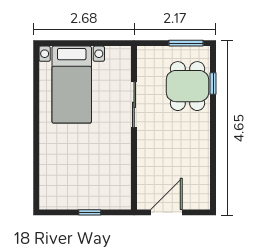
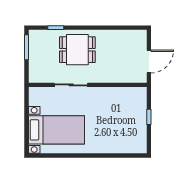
dining table: (187, 86) -> (77, 50), moved
door: (166, 212) -> (149, 61), swing flipped

